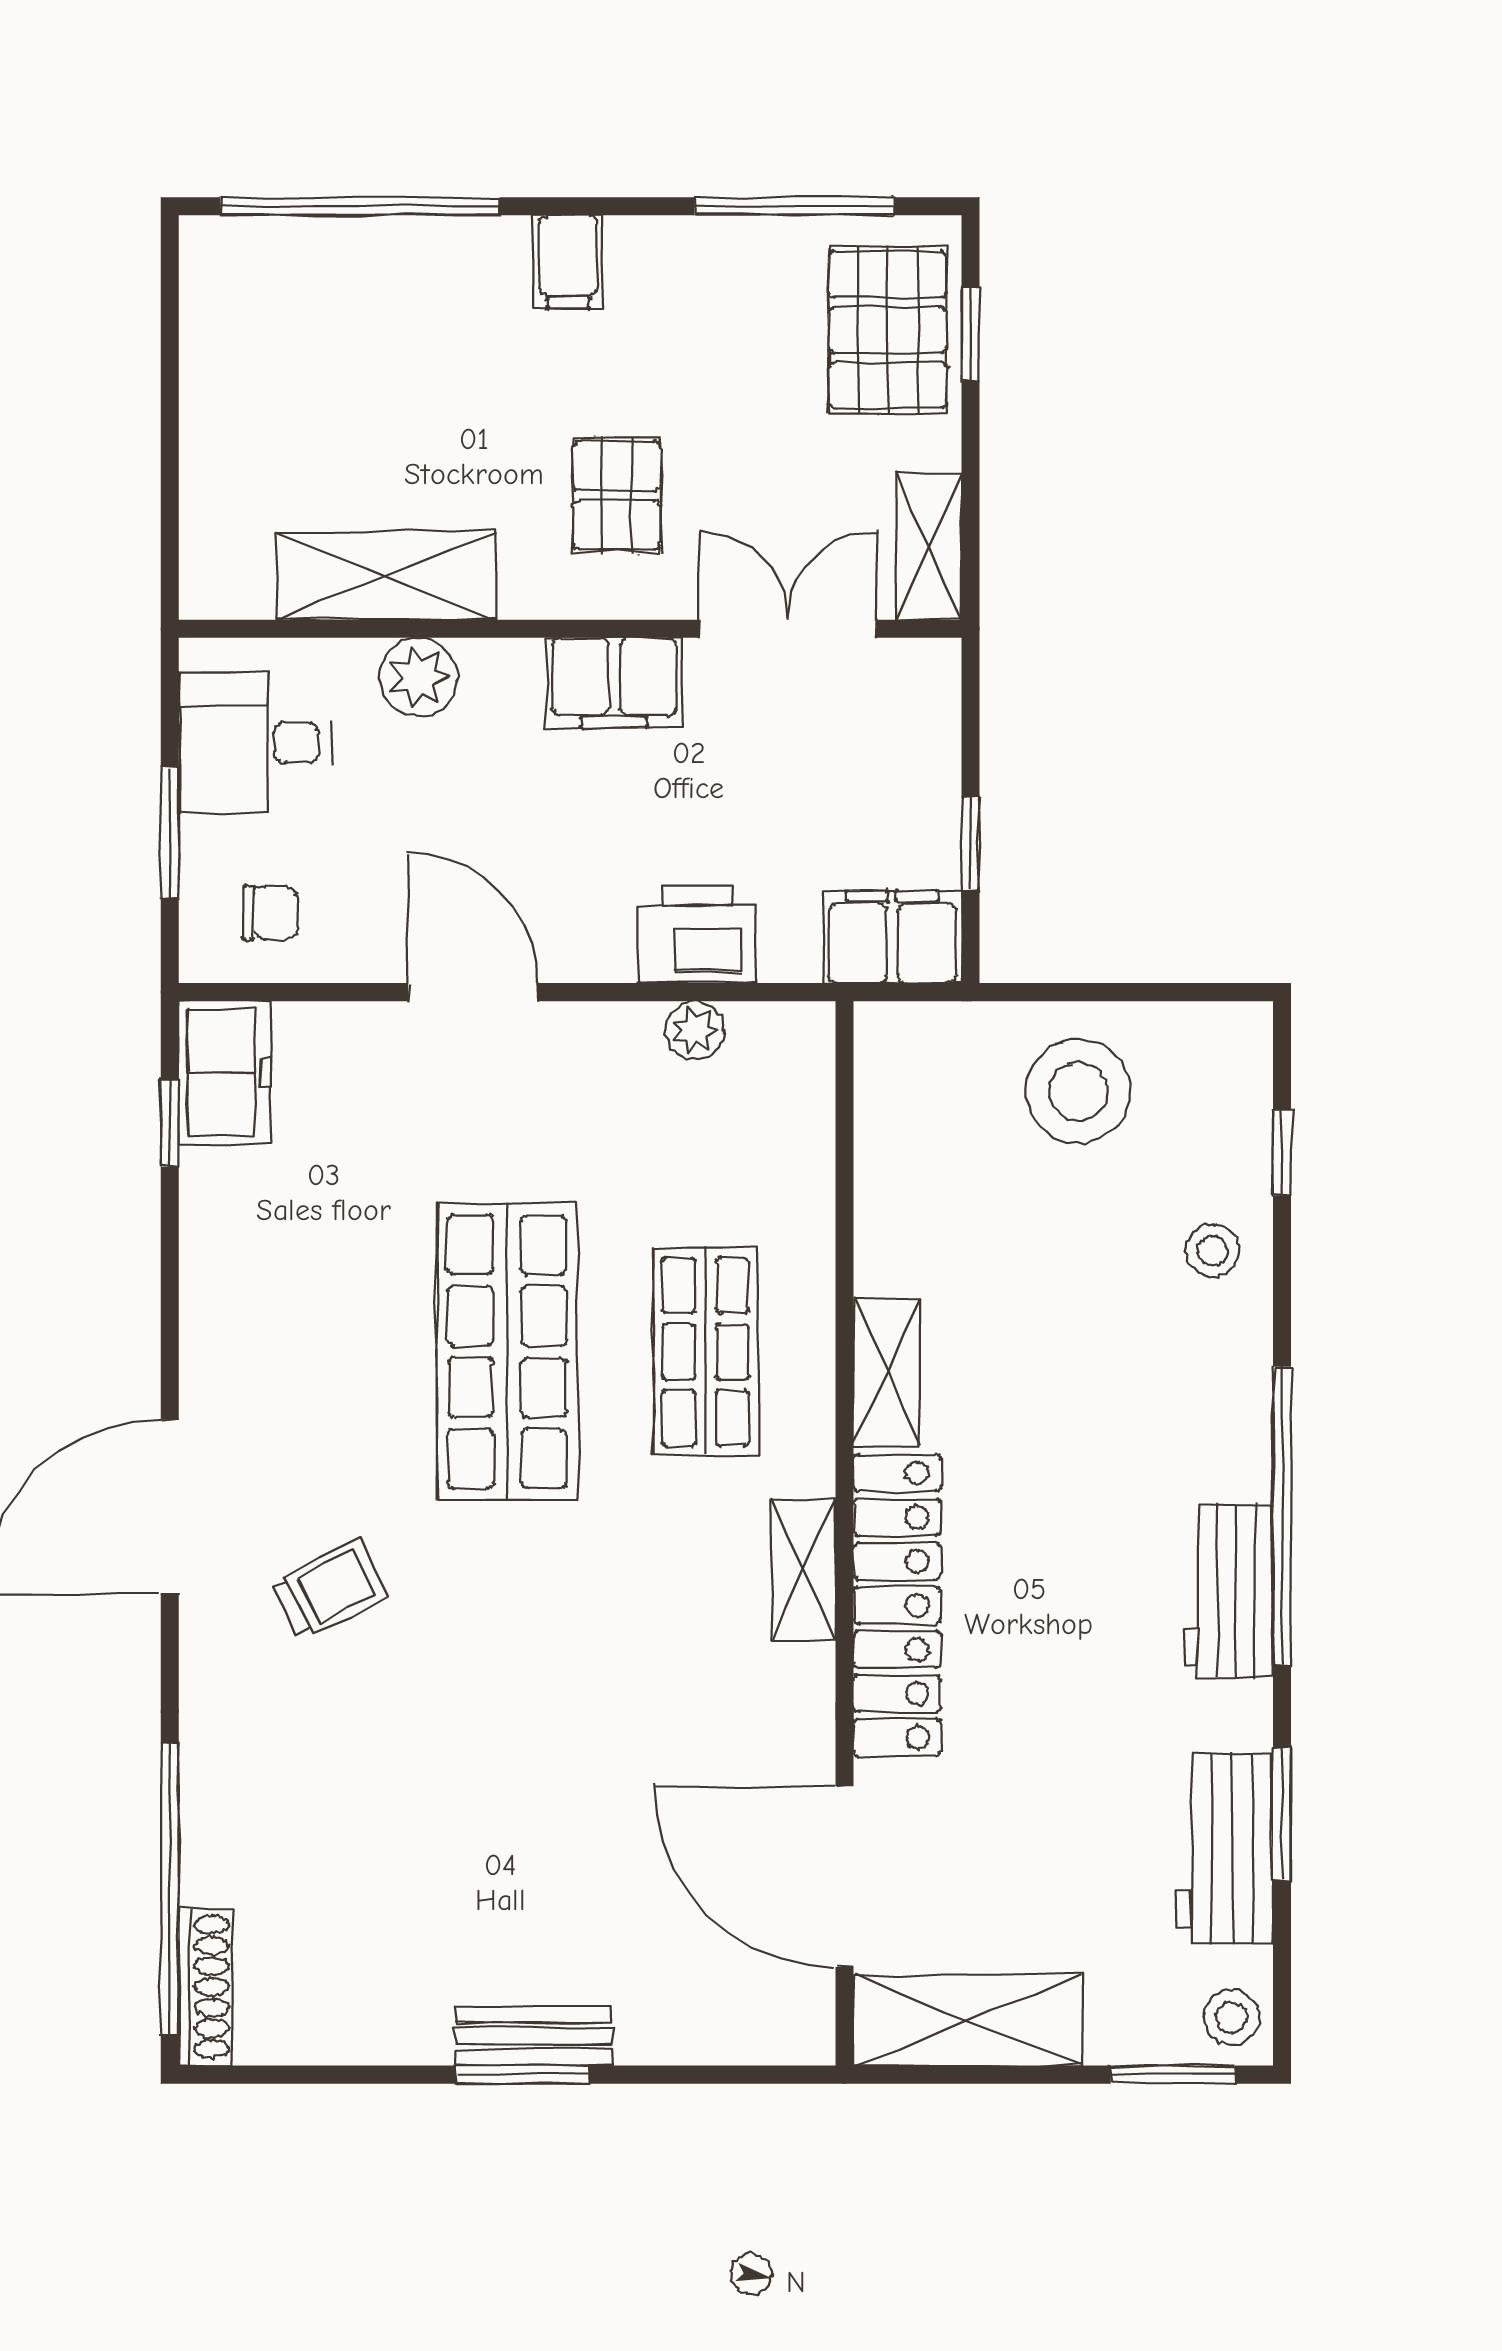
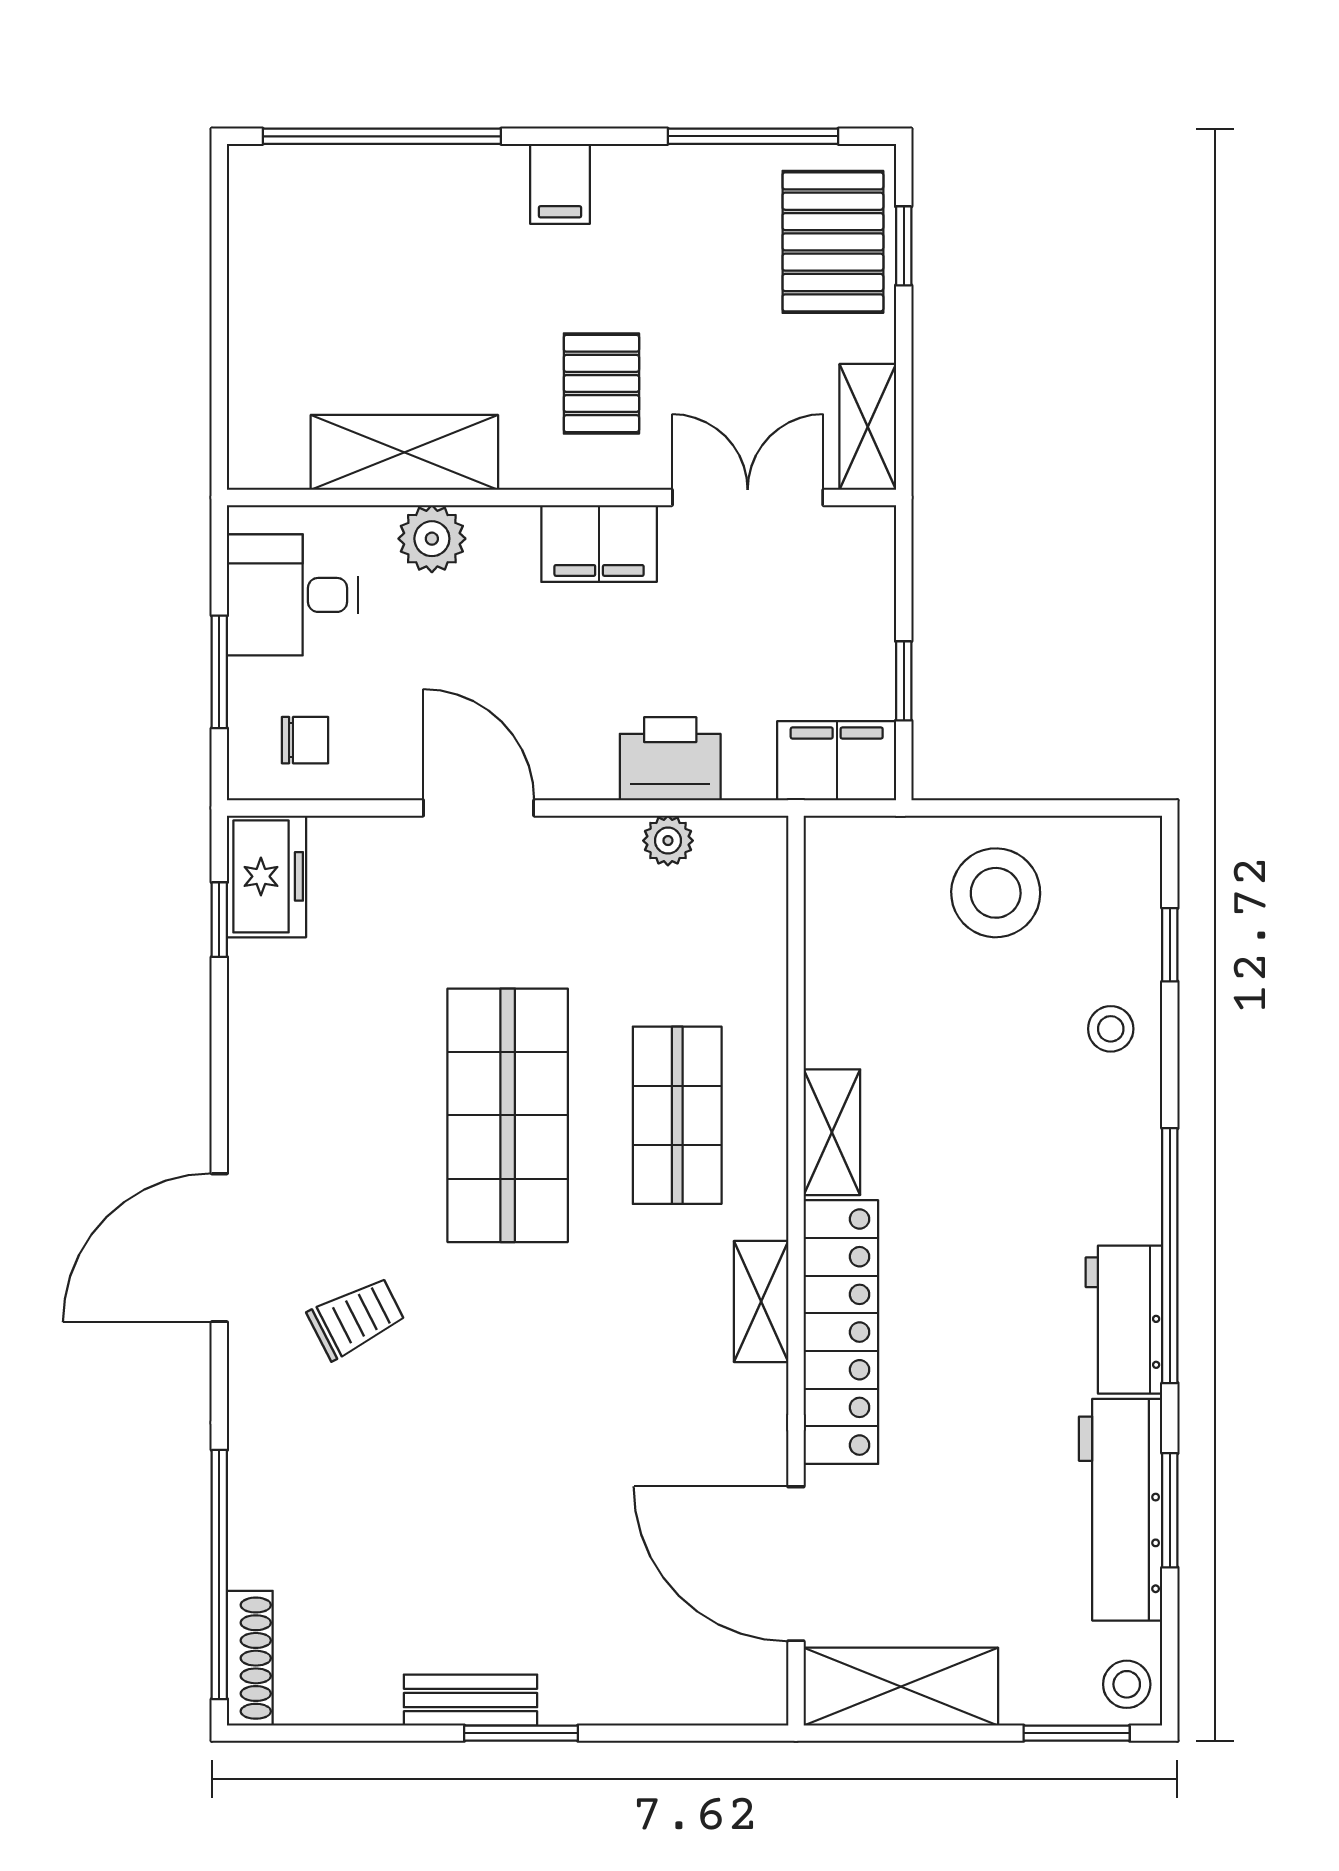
workbench: (1224, 1849) -> (1121, 1510), width x1.38
bench: (534, 2036) -> (470, 1700), moved

